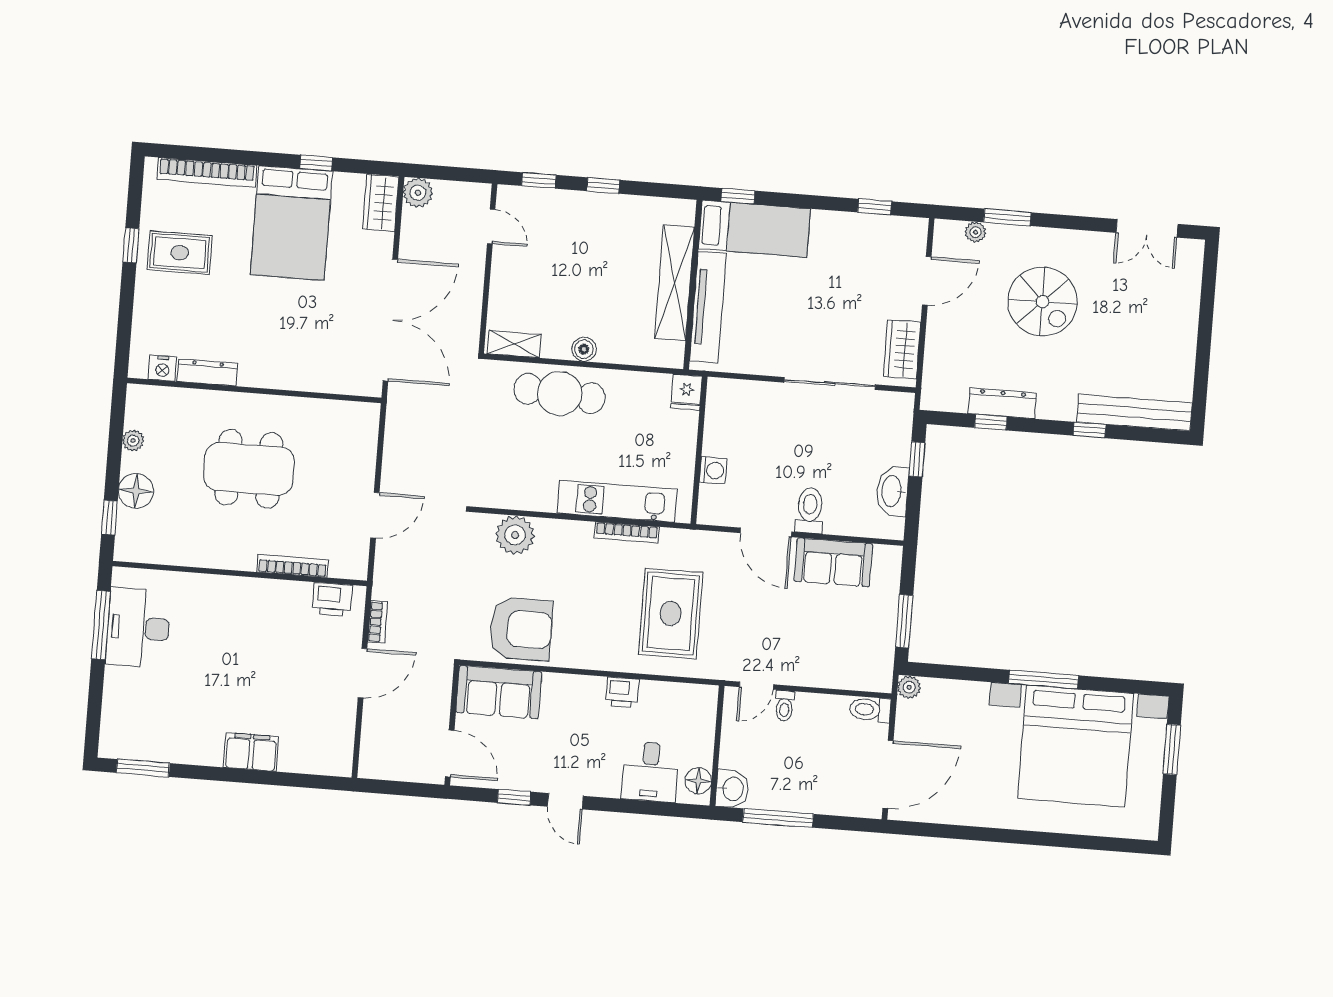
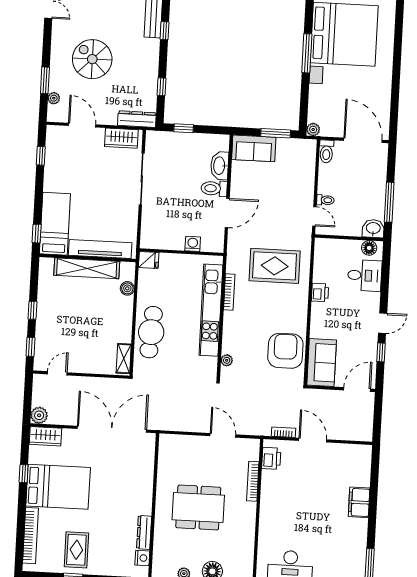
spiral stairs: (1042, 301) -> (92, 59), turned -90
boiler: (584, 349) -> (127, 288), moved
dresser: (1002, 403) -> (137, 119), moved, turned 90
dining table: (249, 469) -> (198, 507), turned 90
washbasin: (892, 491) -> (220, 166), moved, turned 90
kitchen unit: (617, 501) -> (211, 310), width x1.36
plant: (515, 535) -> (227, 360), width x0.53, depth x0.53
sofa: (833, 562) -> (254, 148), moved, turned 90

